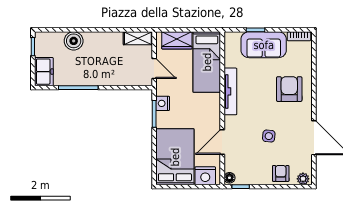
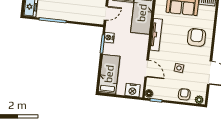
door: (154, 68) -> (106, 13), hinge flipped
door: (222, 142) -> (147, 68), swing flipped
bed: (175, 157) -> (109, 74), width x0.67

